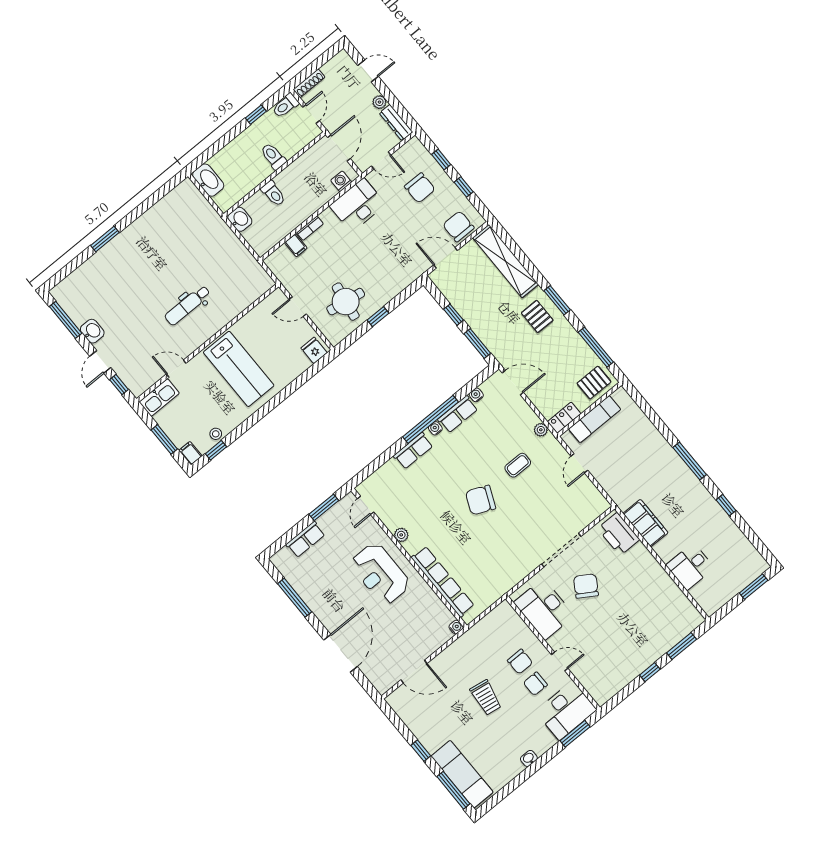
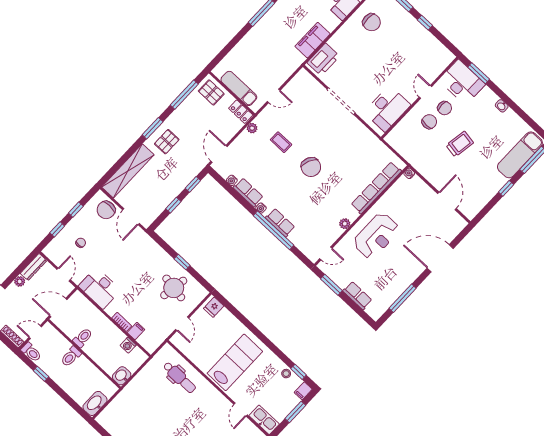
washing machine: (341, 181) -> (128, 345), moved
chair: (420, 188) -> (81, 243), width x0.54, depth x0.54
toilet: (273, 193) -> (83, 338), moved
dental chair: (188, 305) -> (179, 377), moved
window: (477, 344) -> (193, 184), width x0.67
window: (430, 419) -> (274, 230), moved
chair: (586, 586) -> (372, 22), moved, turned -122

